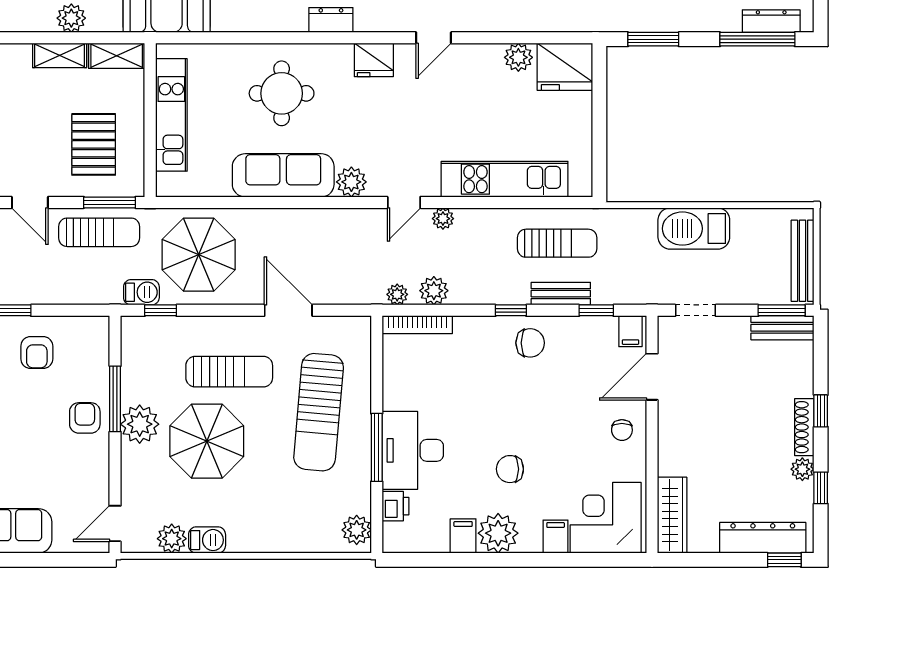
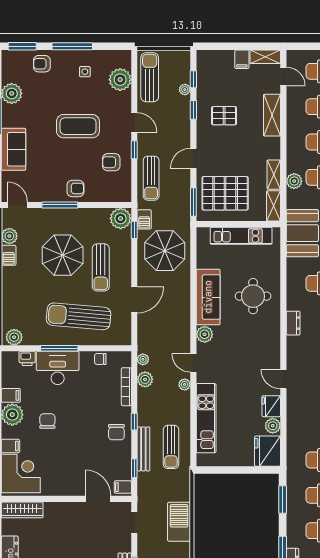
fridge: (374, 60) -> (271, 406), moved
pallet: (94, 144) -> (225, 193), width x1.37, depth x1.41
sun lounger: (99, 232) -> (151, 178), moved
bench: (561, 294) -> (143, 449), width x1.36
bookcase: (417, 325) -> (126, 387), moved
window: (115, 399) -> (60, 205), moved
plant: (140, 424) -> (121, 218), moved
chair: (622, 430) -> (100, 359), moved

